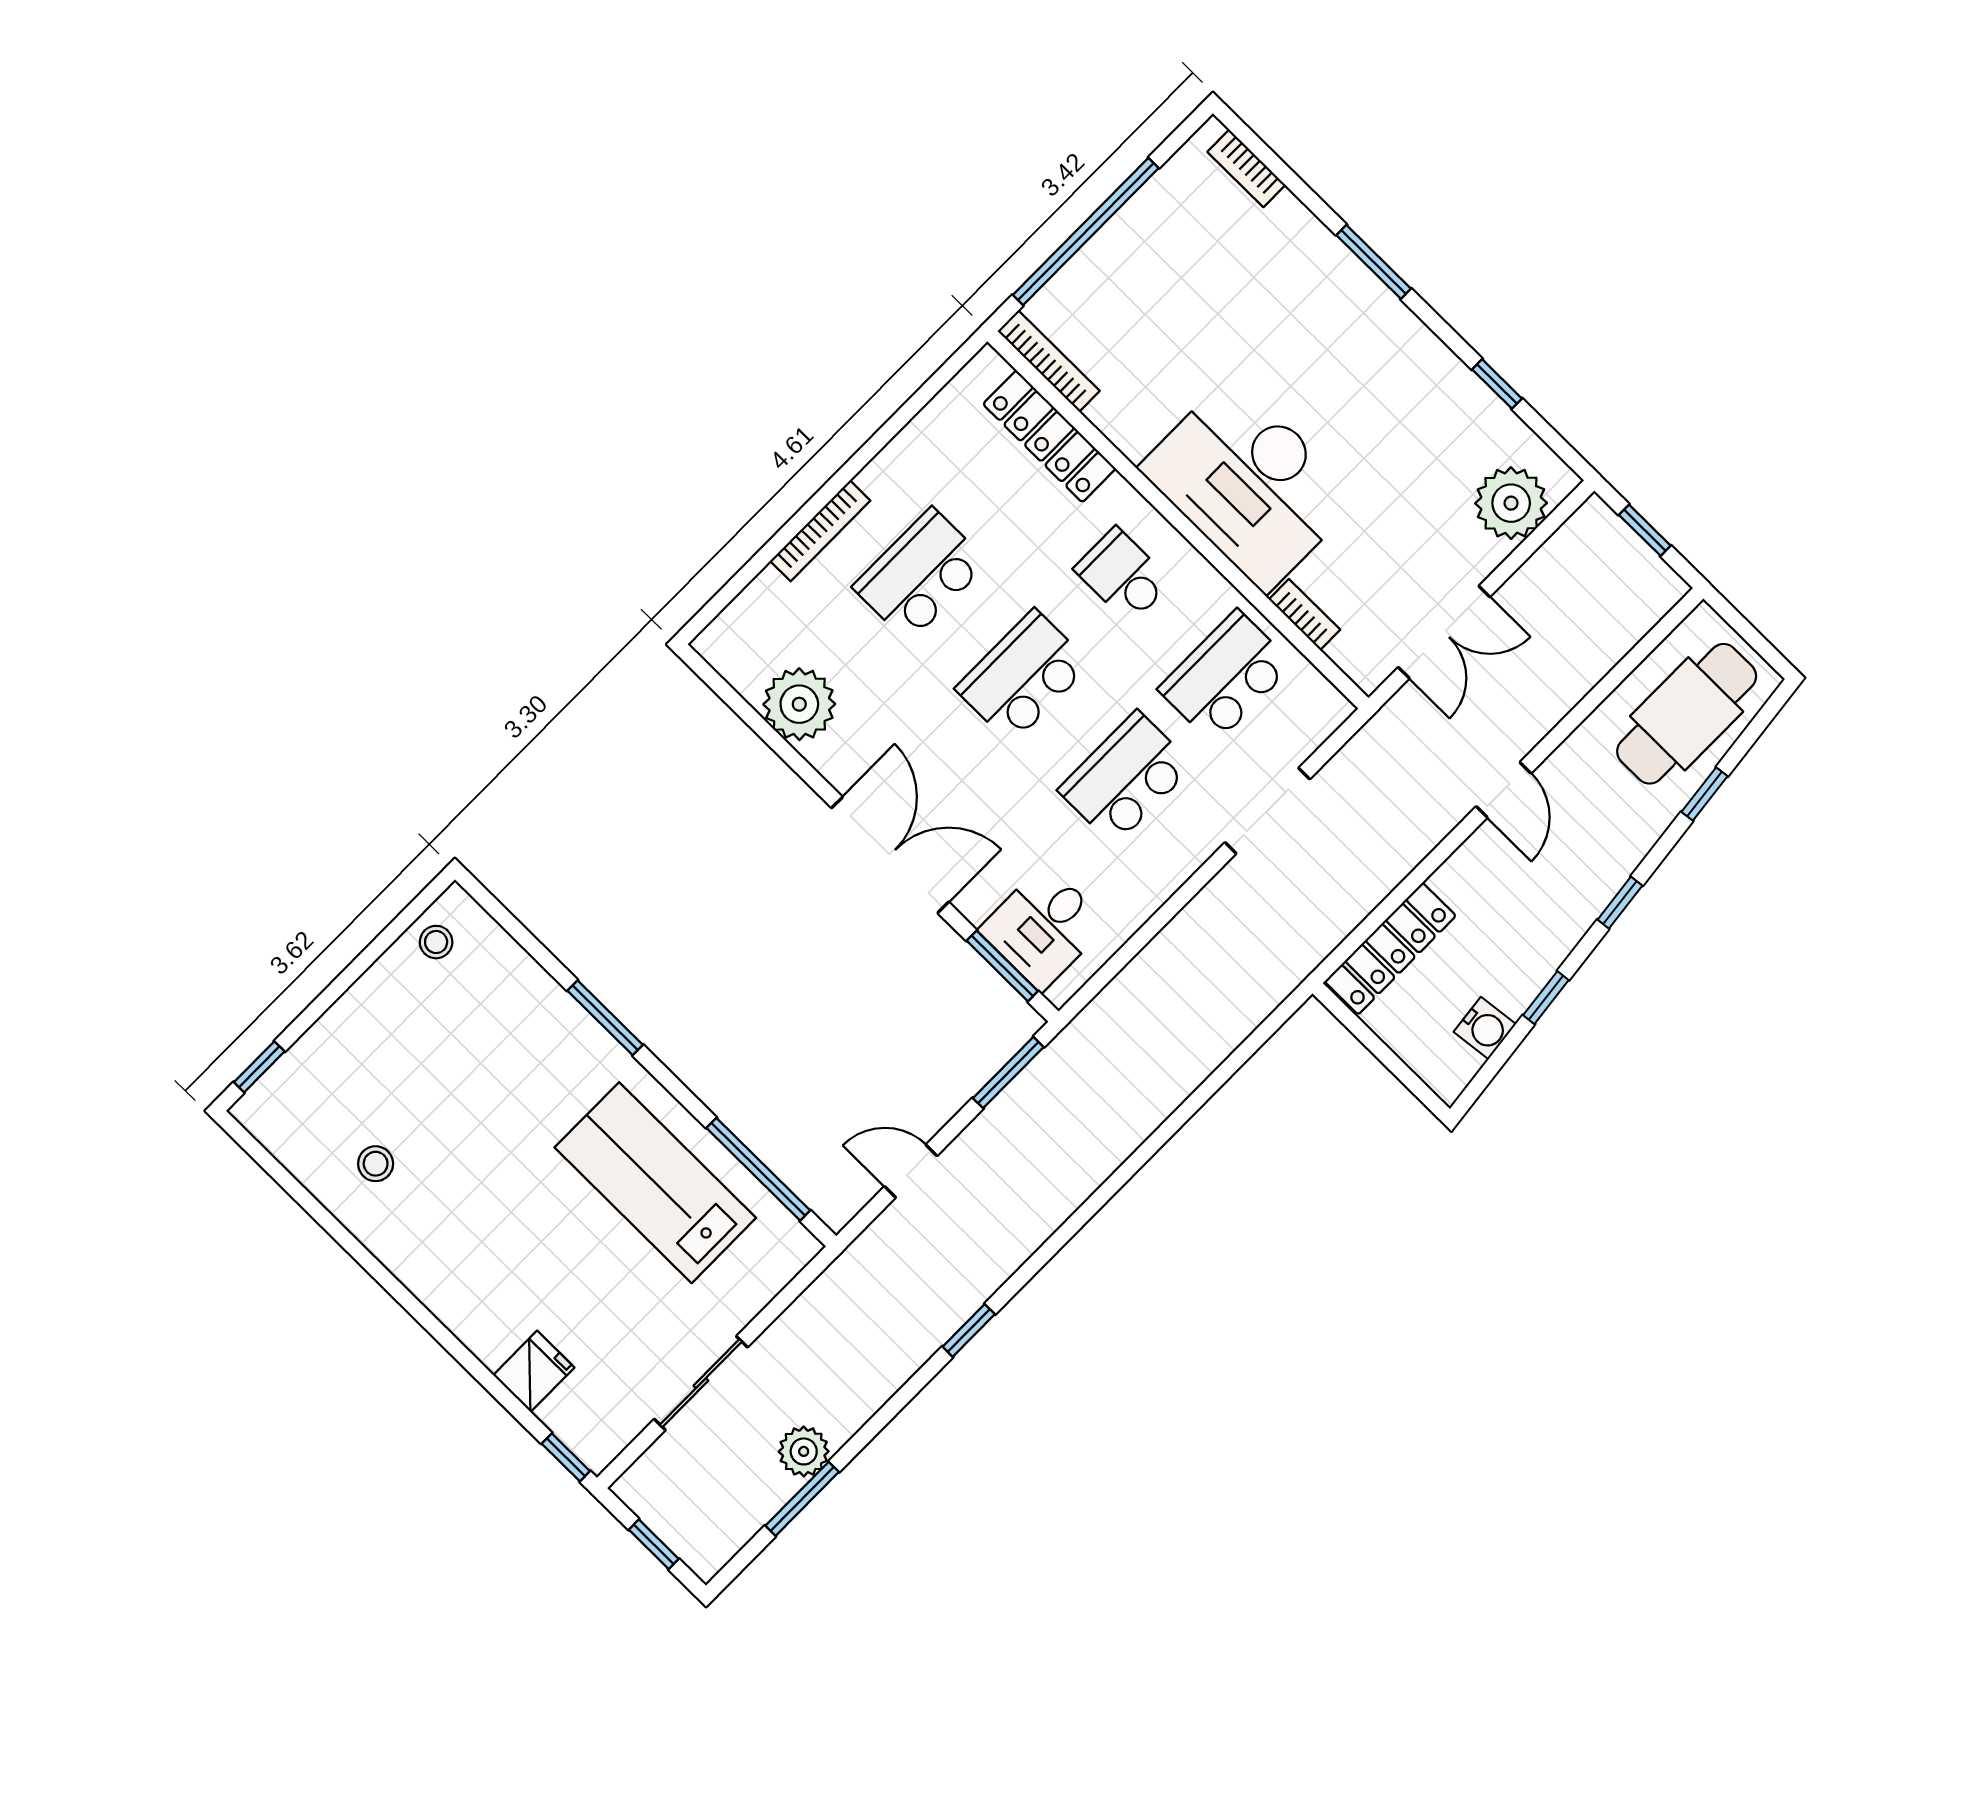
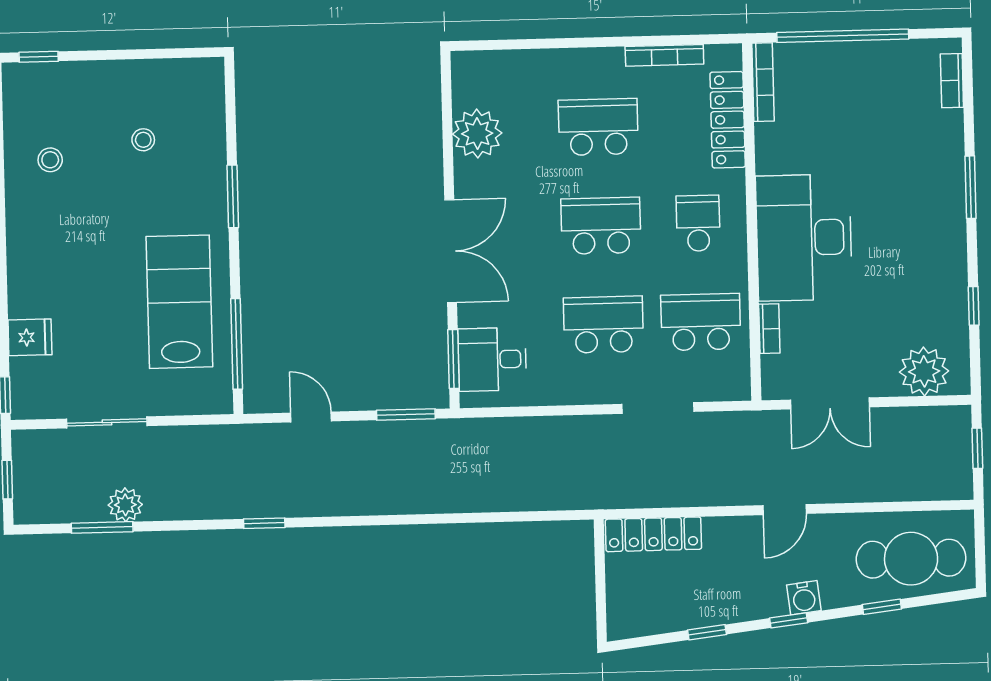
bookcase: (820, 531) -> (664, 55), moved
stool: (436, 942) -> (143, 140), moved
water cooler: (1485, 1028) -> (804, 598), moved

